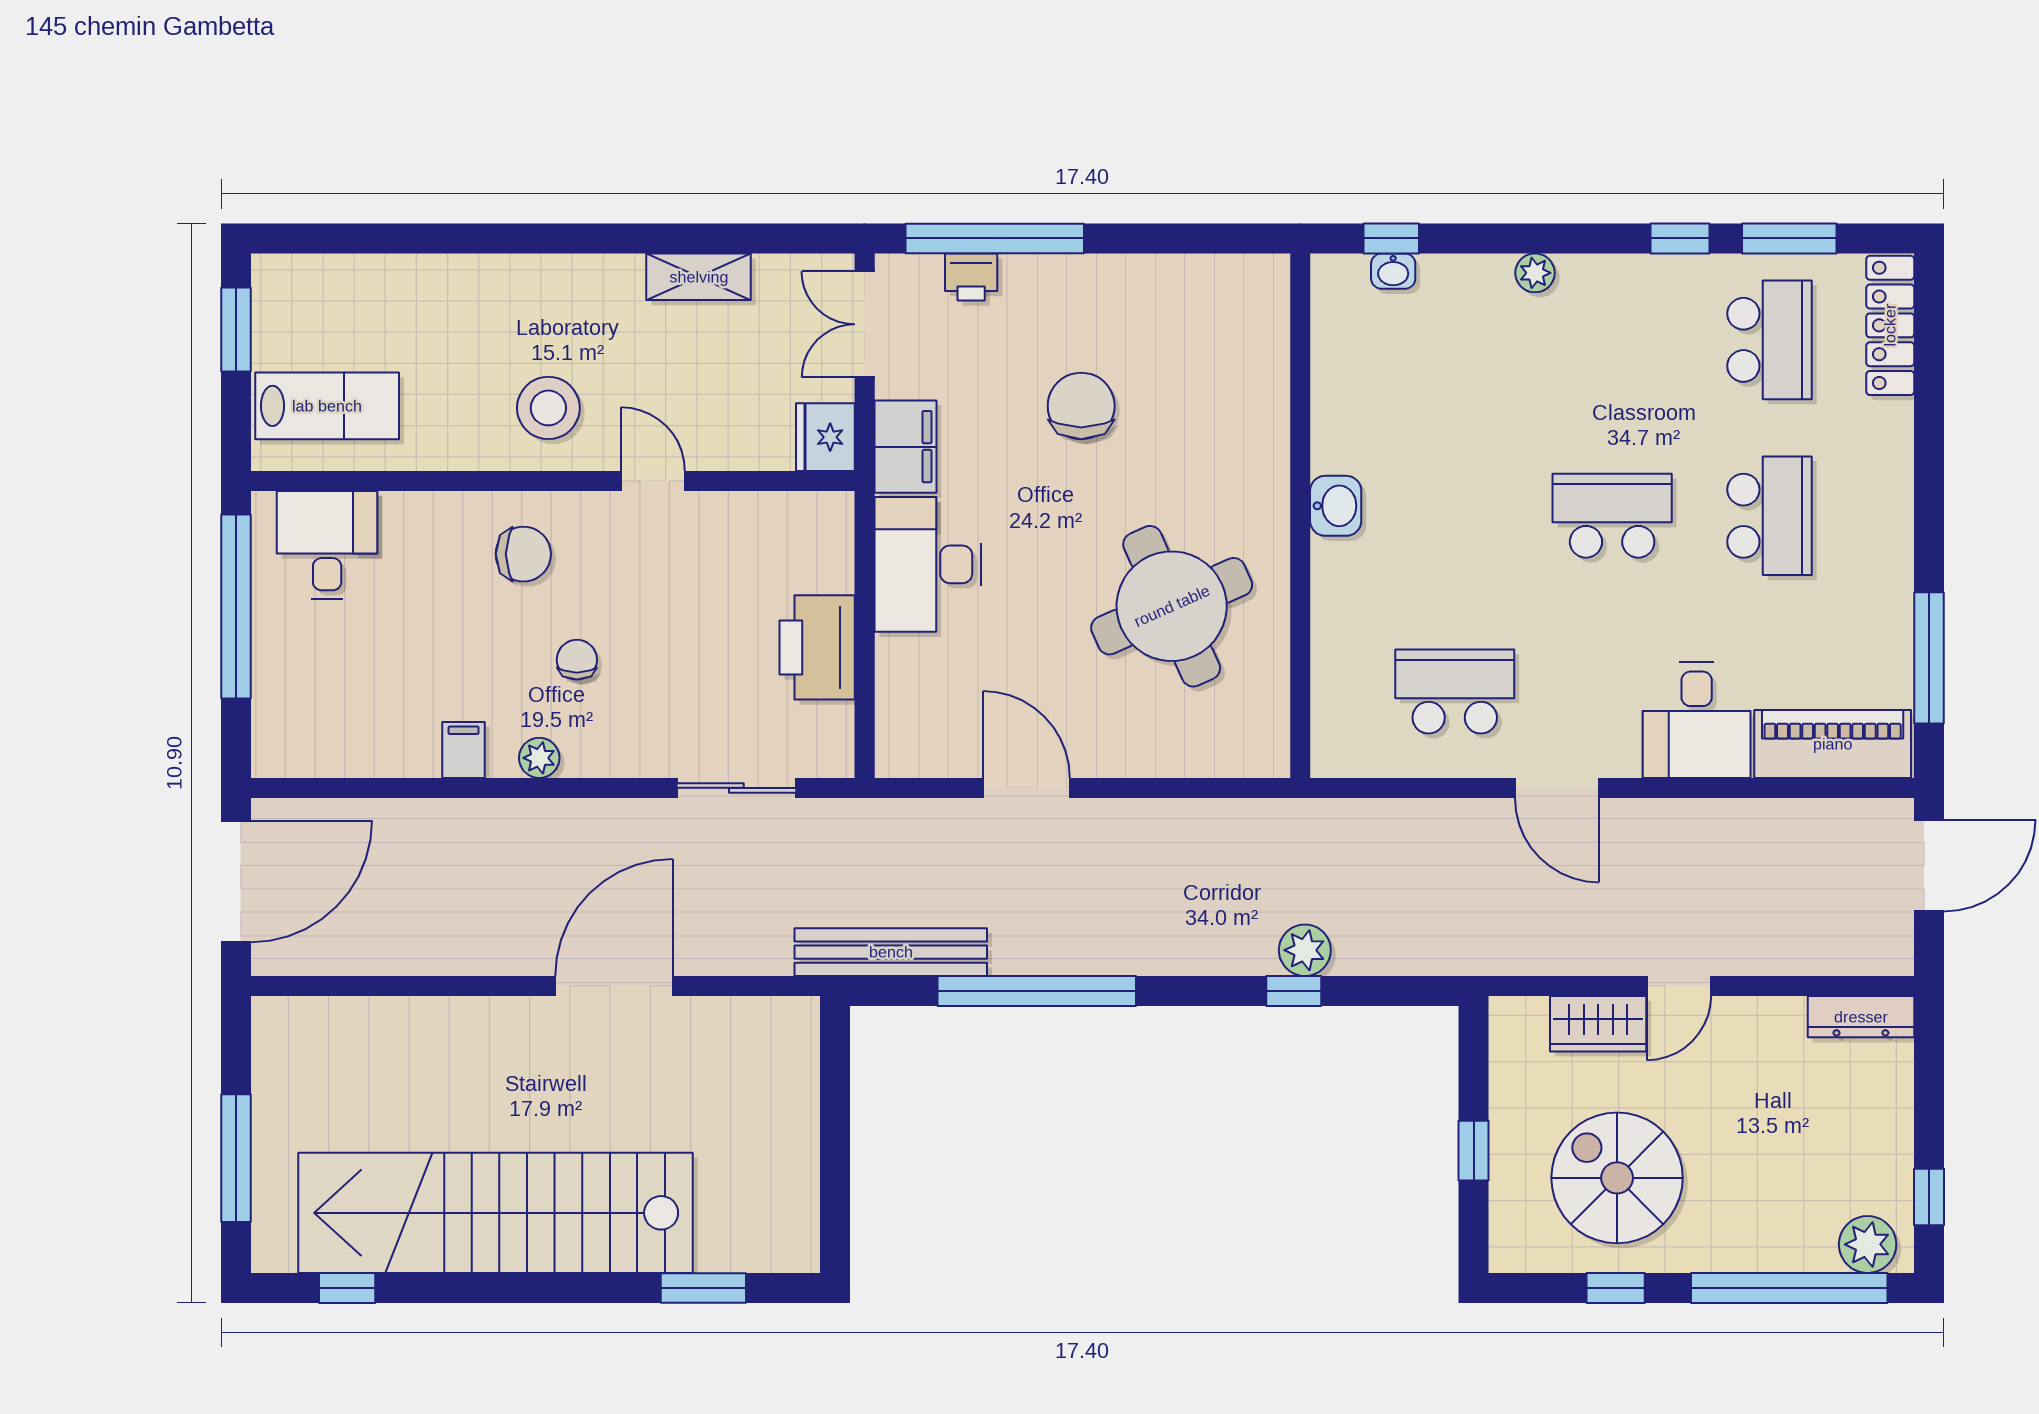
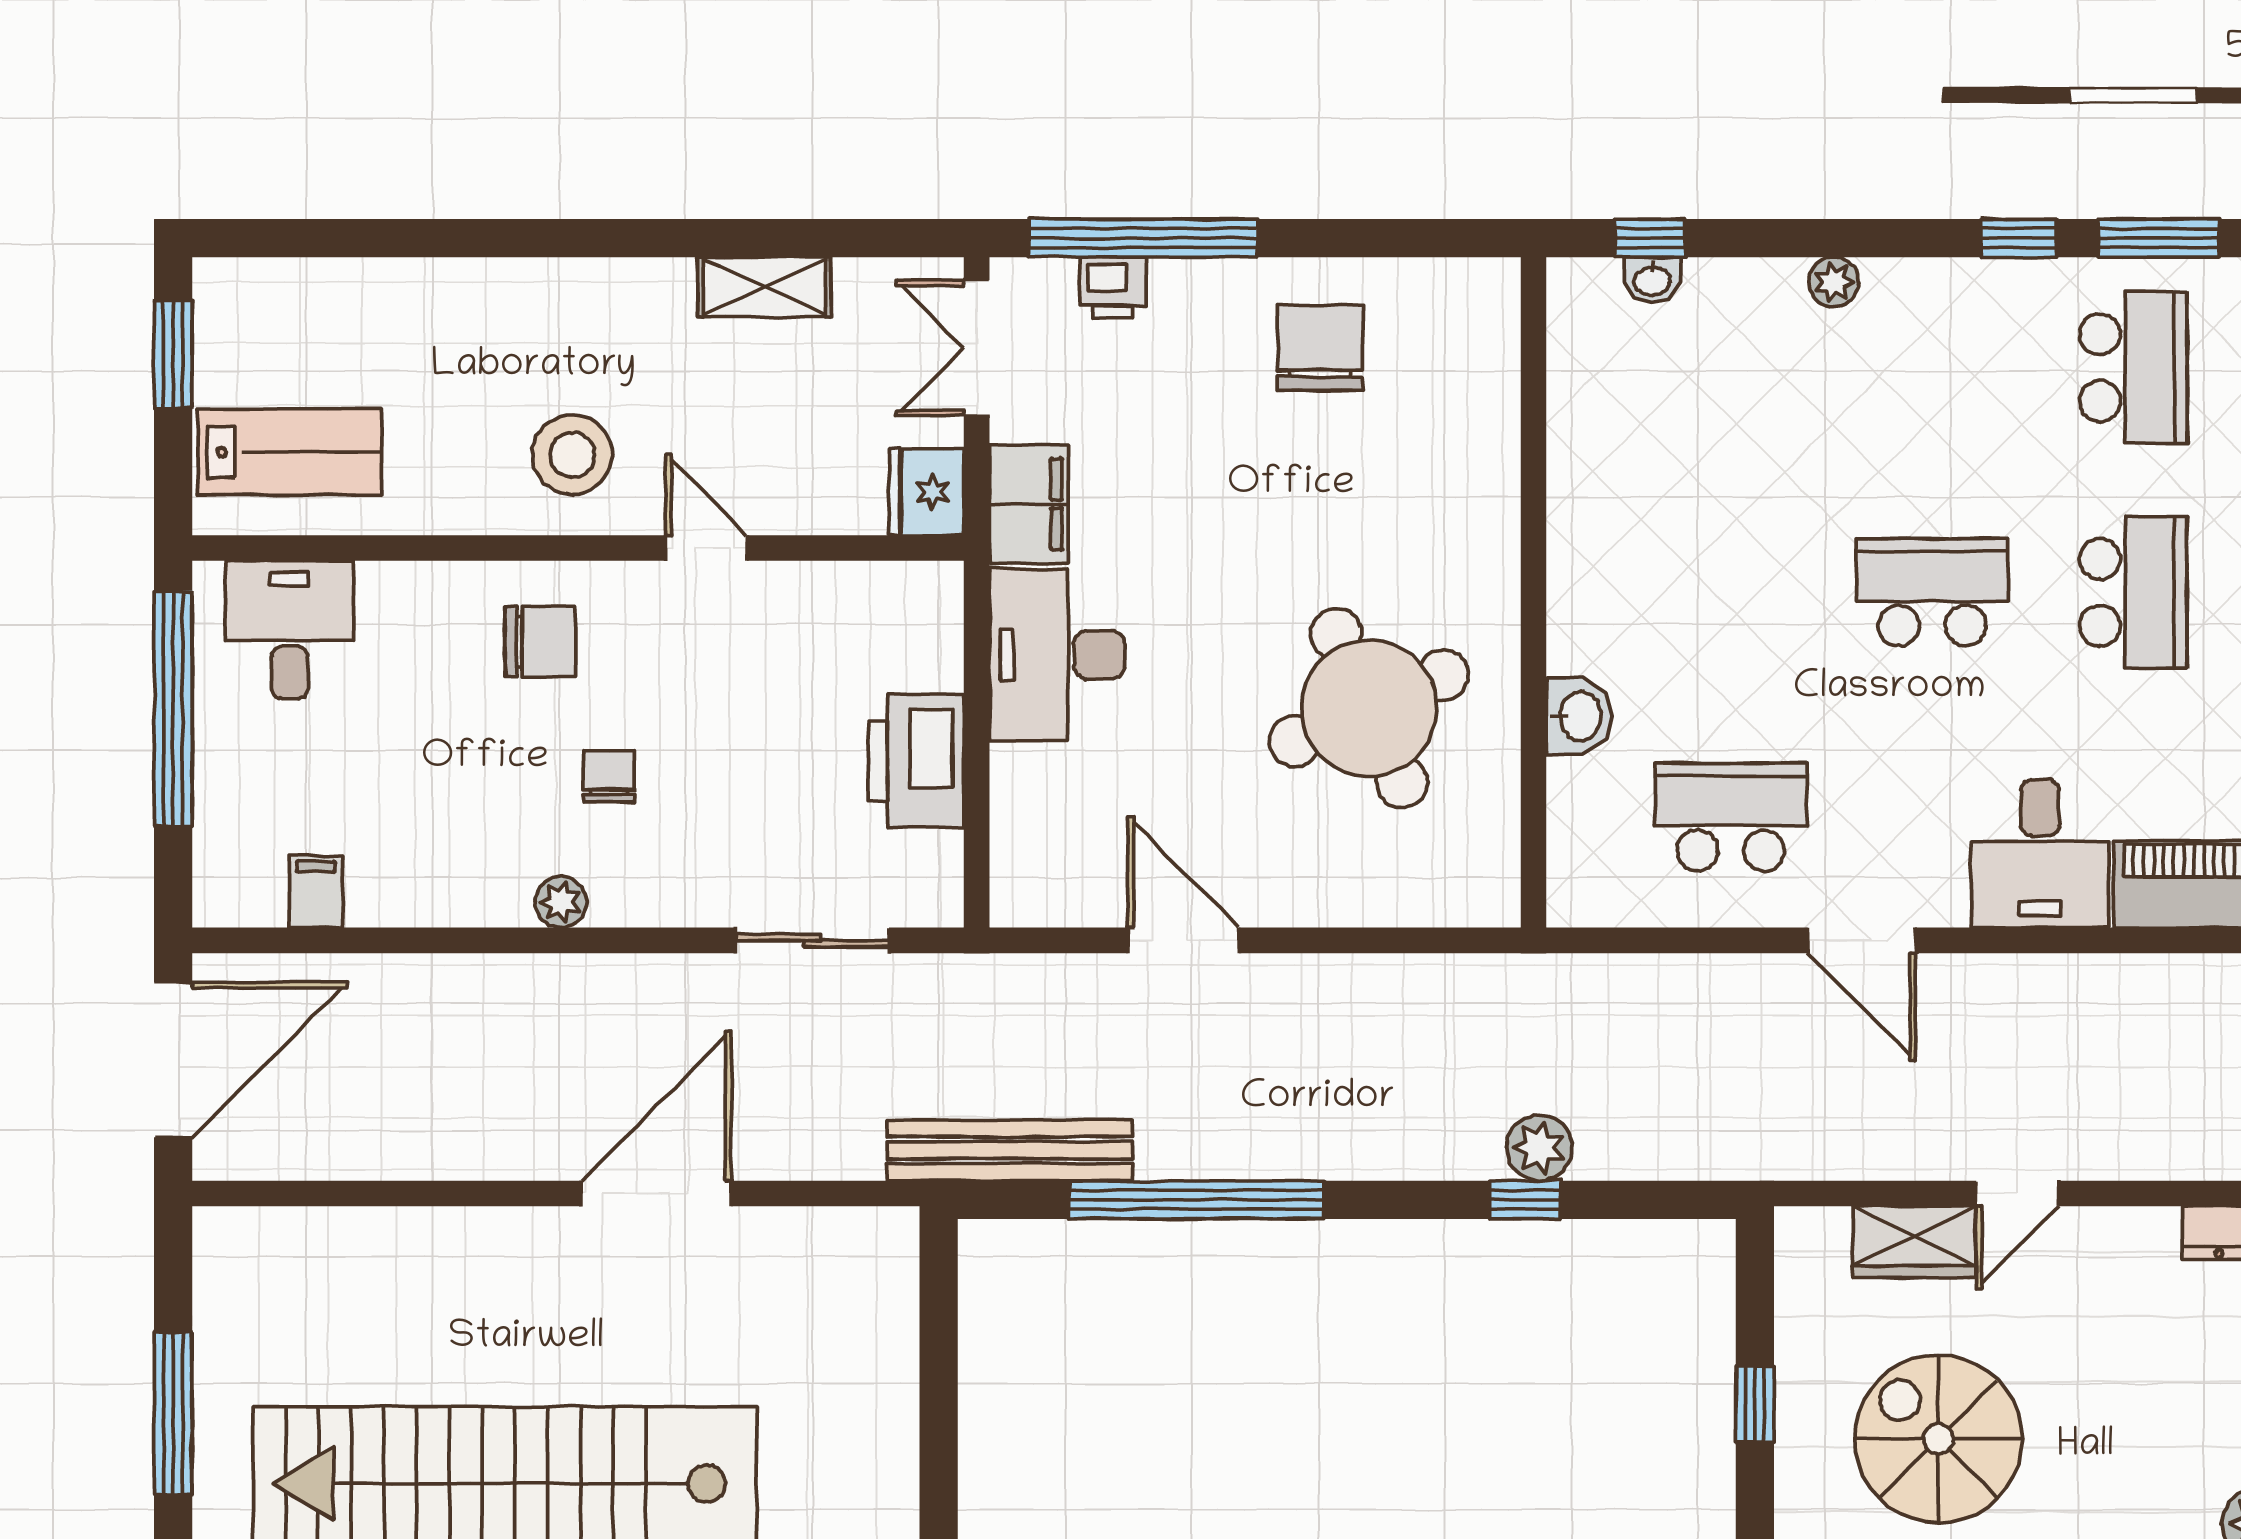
chair: (1081, 406) -> (1320, 348), moved
washbasin: (1336, 506) -> (1579, 716), moved
filing cabinet: (464, 750) -> (316, 892), moved

